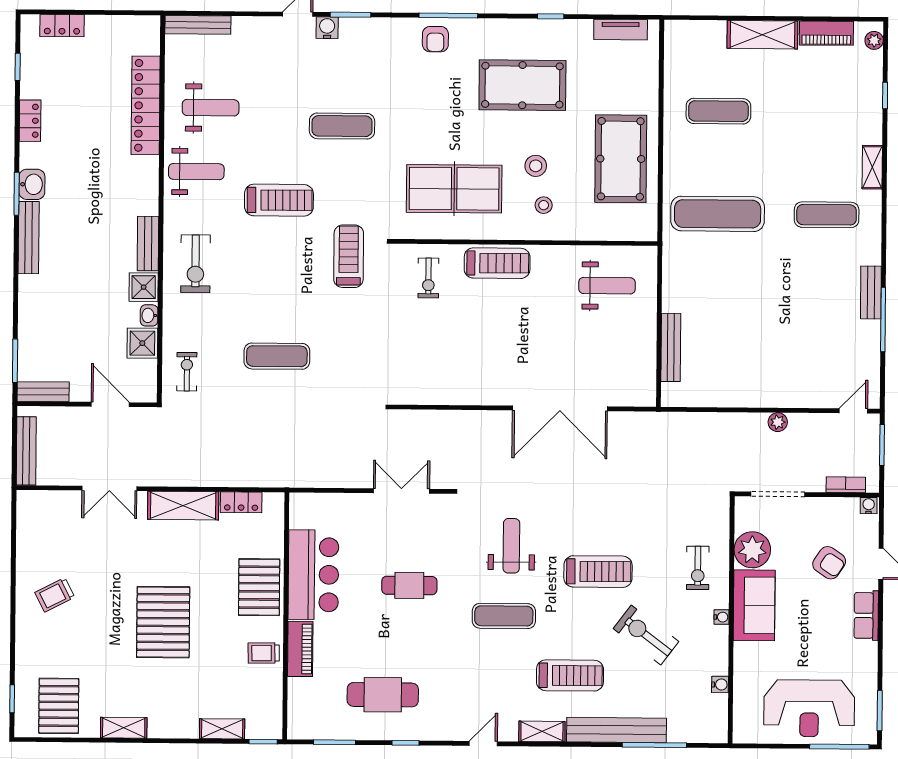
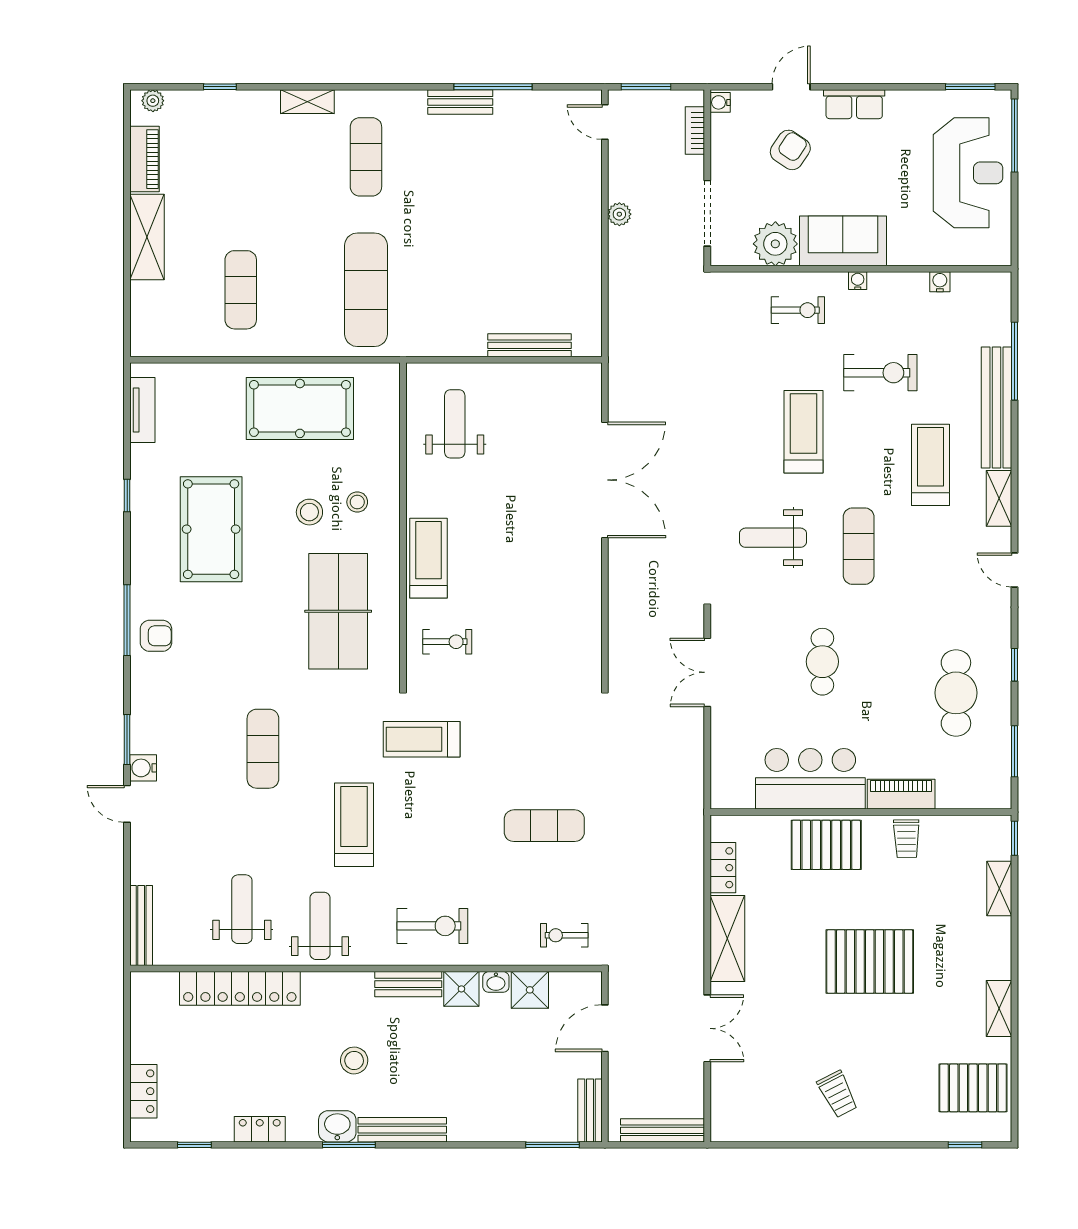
stool: (86, 199) -> (354, 1060), added
exercise mat: (277, 356) -> (544, 826), turned 90
exercise bike: (646, 635) -> (880, 373), turned -127

